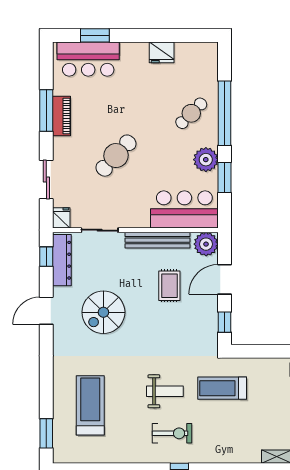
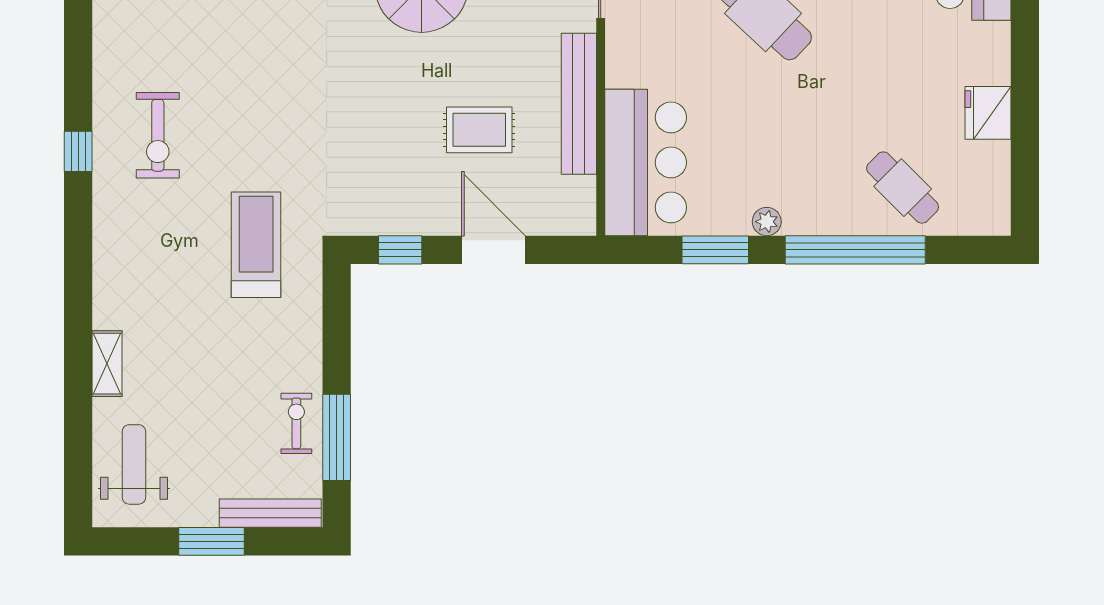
cafe table: (191, 113) -> (903, 188), moved
plant: (206, 160) -> (767, 222), width x0.53, depth x0.53
plant: (206, 244) -> (570, 210), removed
weight bench: (165, 391) -> (249, 120), removed

